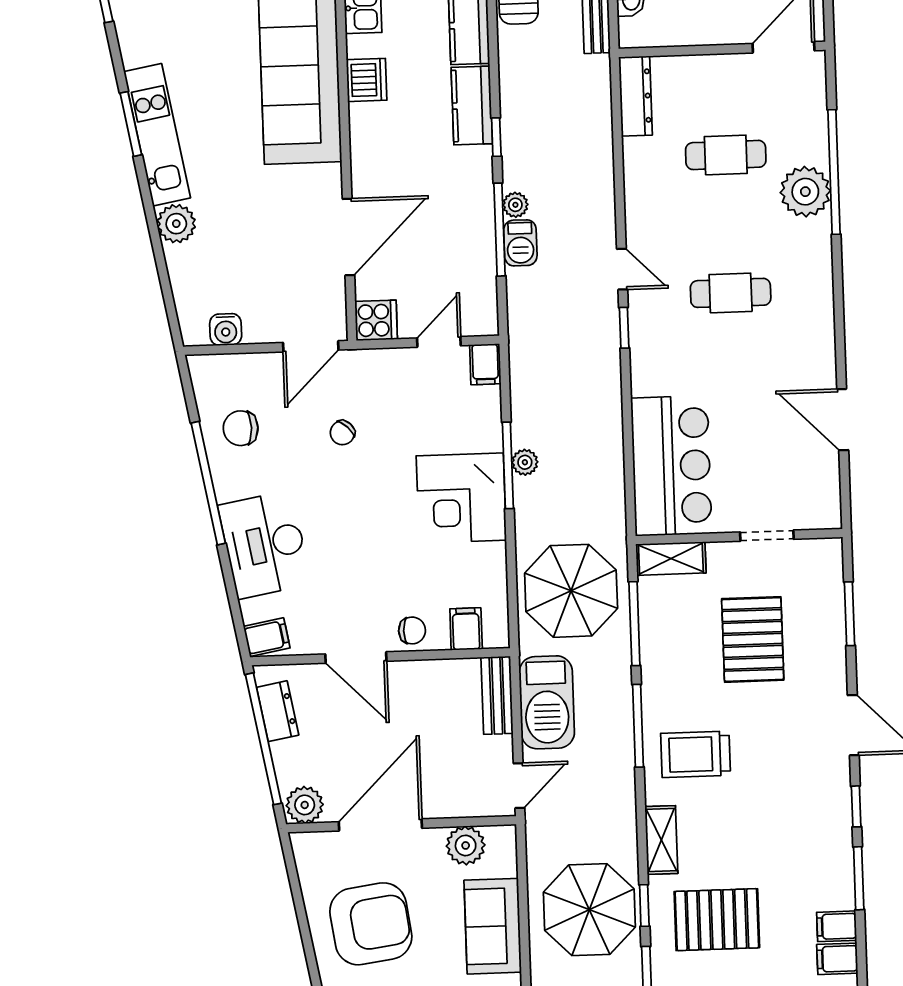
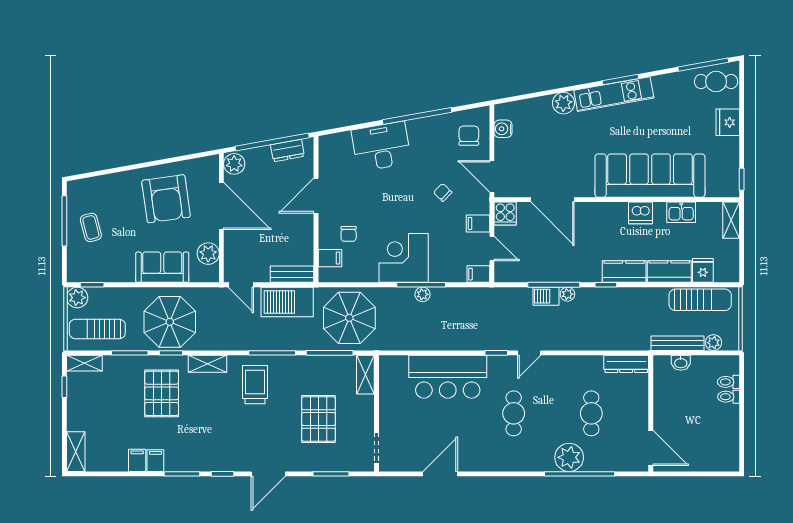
chair: (241, 428) -> (469, 136), moved
bar counter: (671, 466) -> (448, 377), moved
doorway: (767, 536) -> (377, 448), moved
chair: (412, 630) -> (349, 234), moved
filing cabinet: (267, 637) -> (478, 223), moved, turned 100
pallet: (753, 639) -> (318, 419), turned 90

